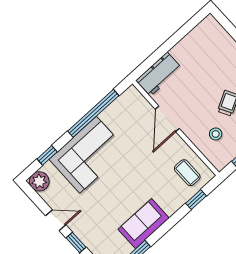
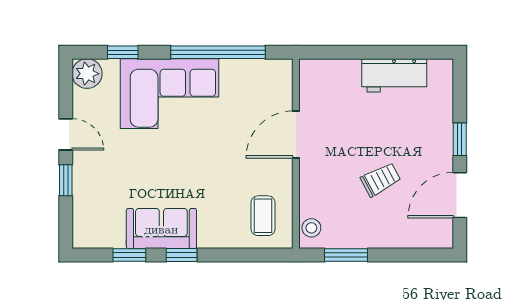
workbench: (159, 74) -> (394, 75), moved
stool: (216, 134) -> (311, 228), moved
window: (196, 200) -> (182, 255), moved

